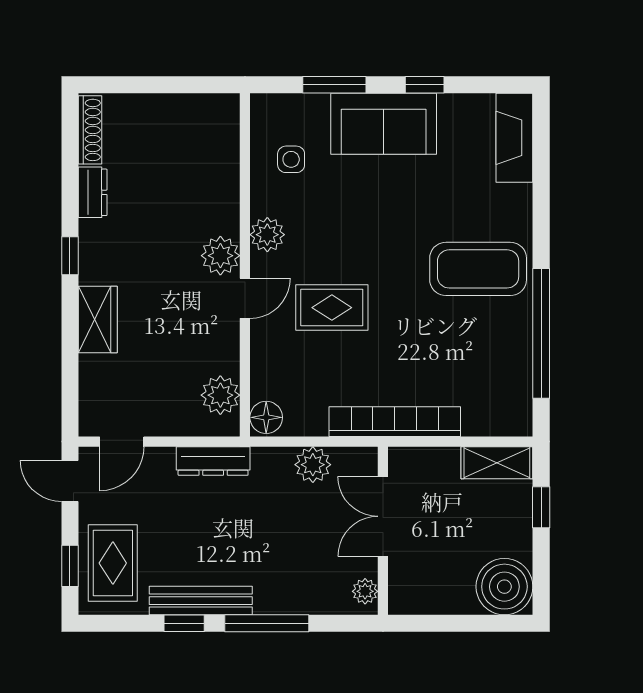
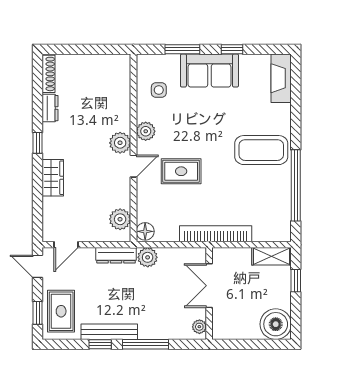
plant: (313, 465) -> (148, 257), moved

